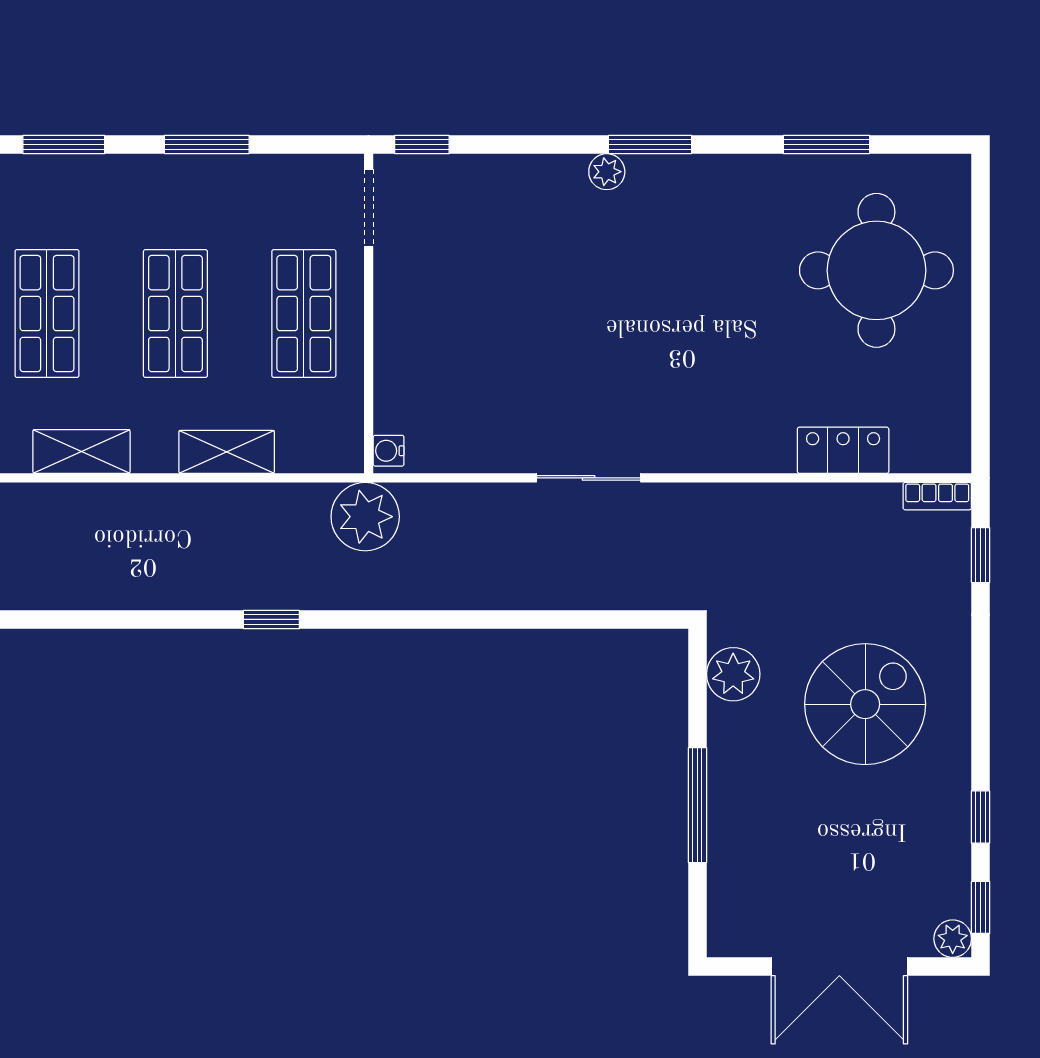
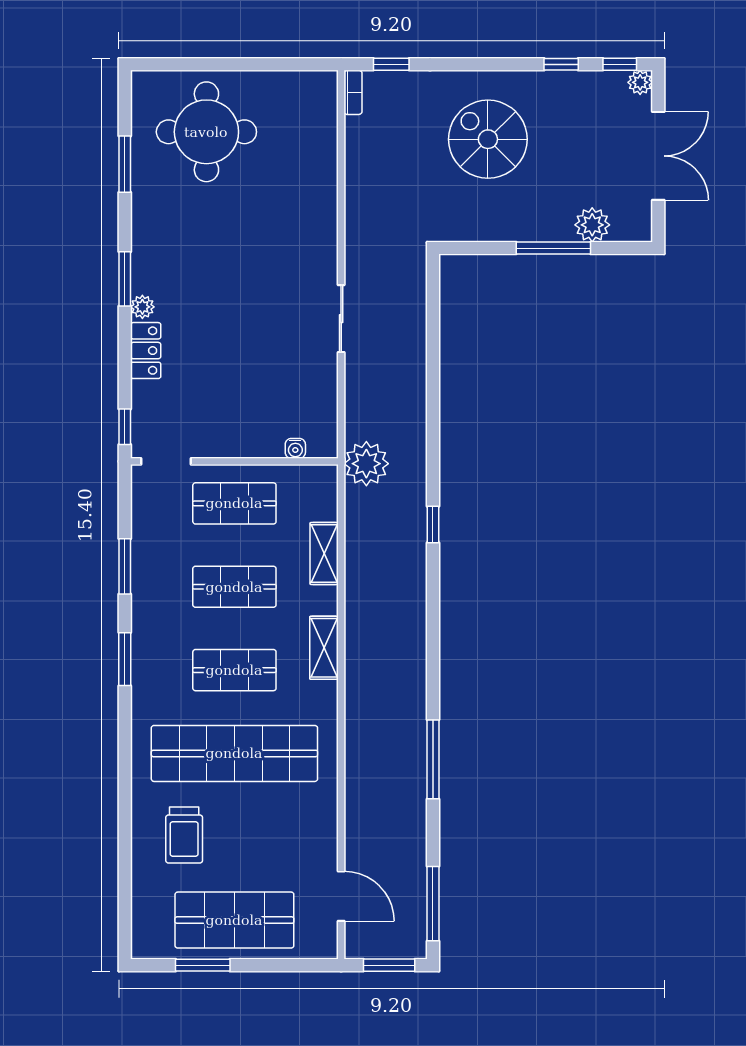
locker: (843, 450) -> (146, 351), moved, turned 180
water cooler: (389, 451) -> (295, 448), moved
plant: (733, 674) -> (592, 225), moved

